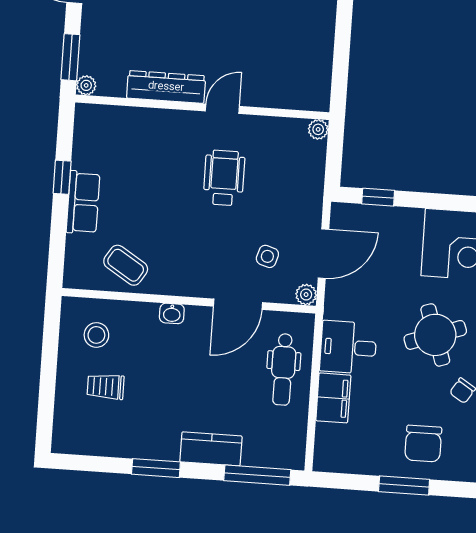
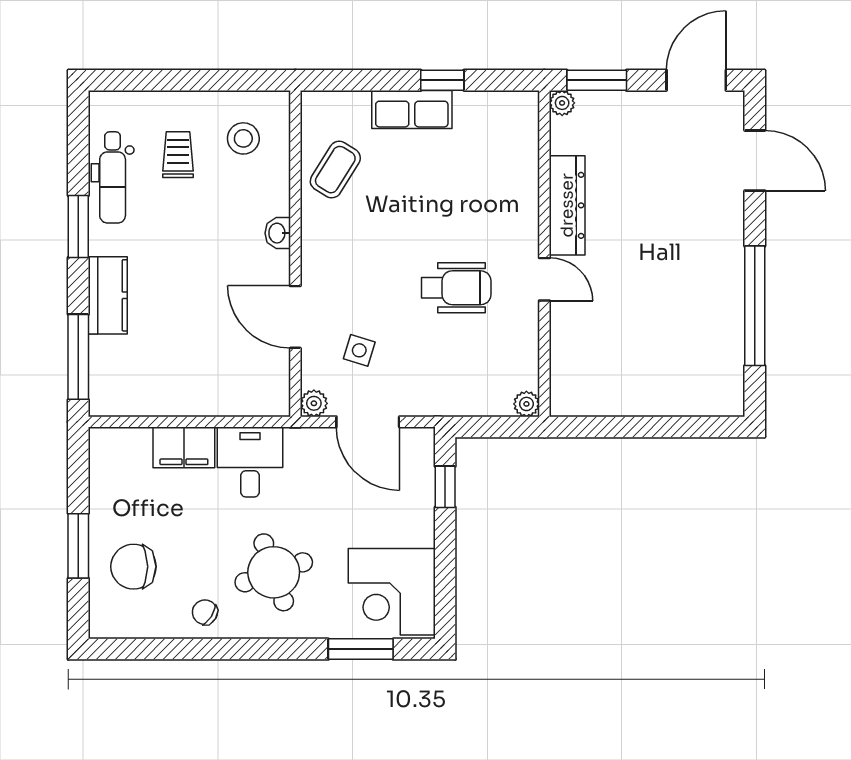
dental chair: (283, 369) -> (113, 177), moved, turned -90

